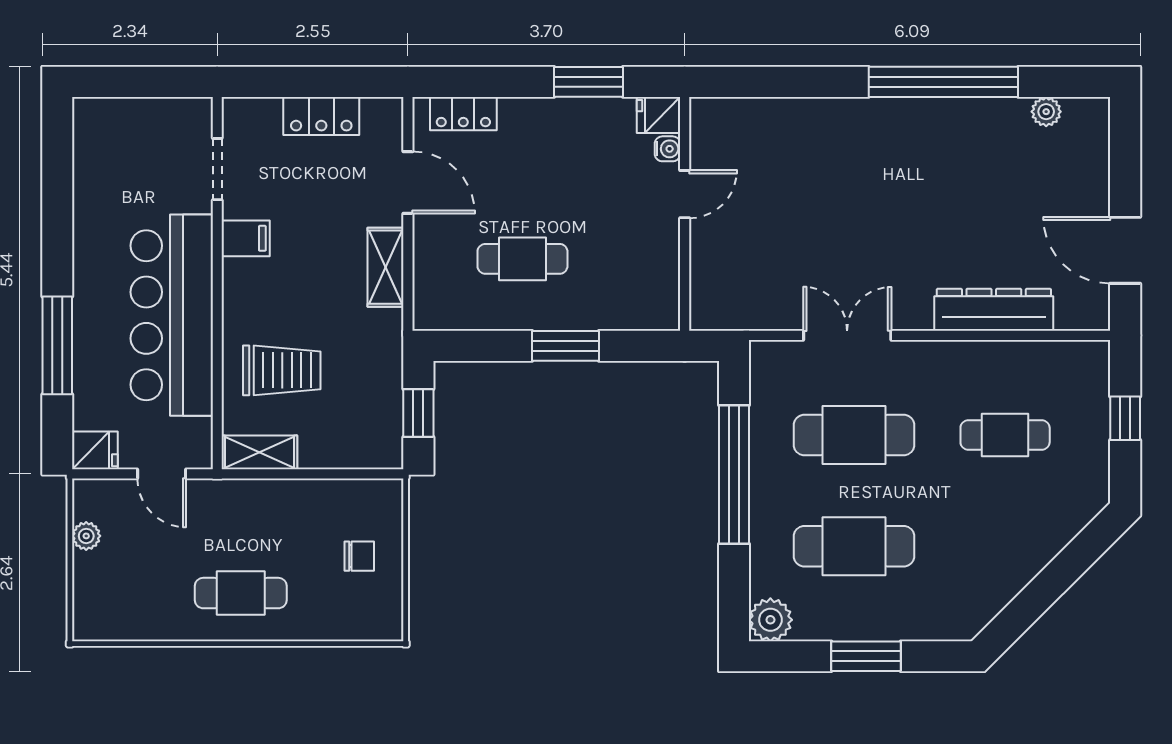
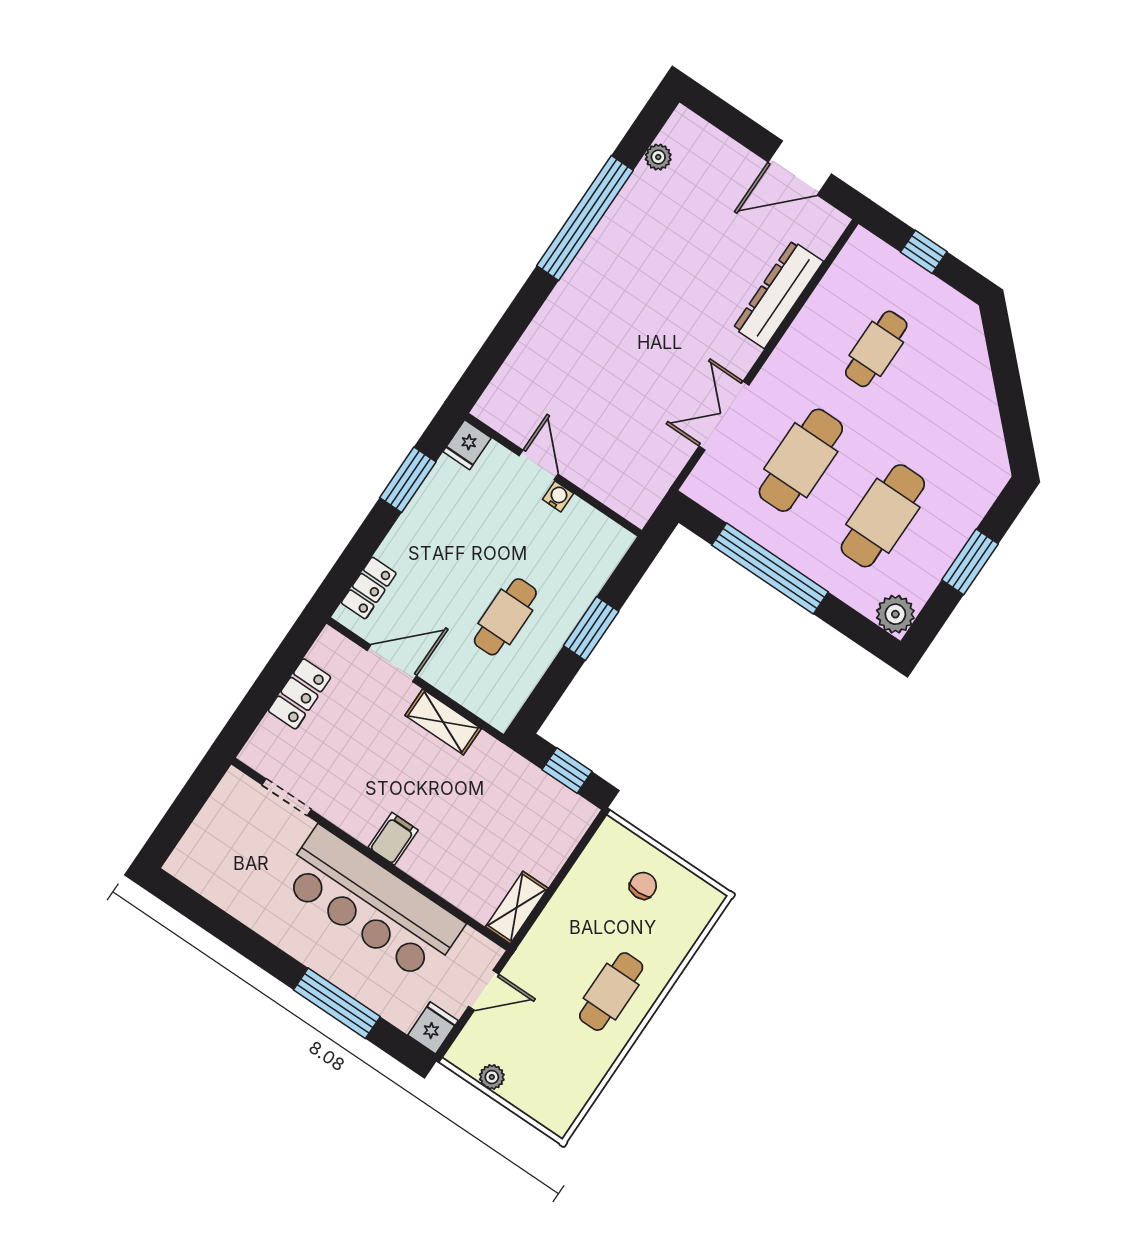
water cooler: (668, 149) -> (558, 496), moved
filing cabinet: (246, 238) -> (393, 839), moved
trolley: (282, 370) -> (467, 850), removed

